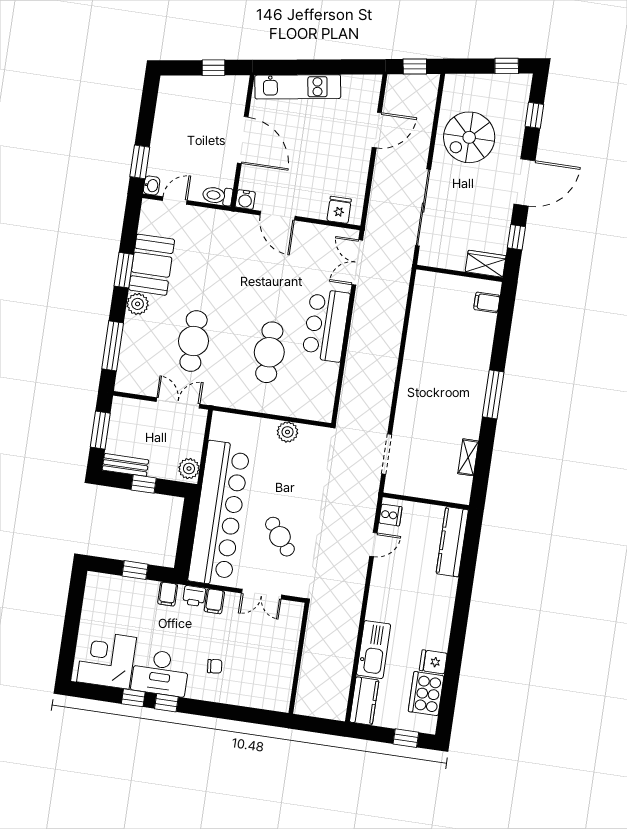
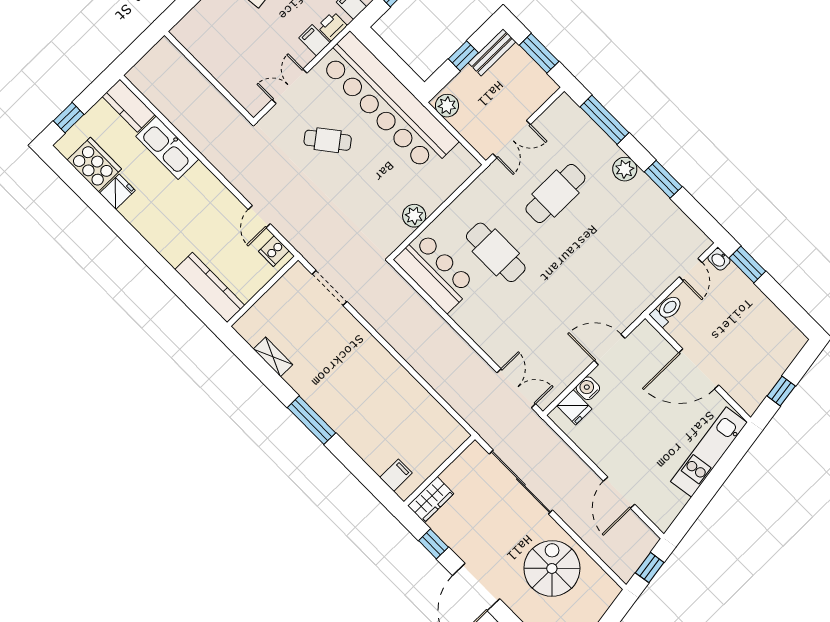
water cooler: (245, 200) -> (588, 388), moved
booth: (152, 265) -> (650, 207), removed
bar counter: (326, 325) -> (435, 272), moved
cafe table: (194, 341) -> (555, 193), turned 90

